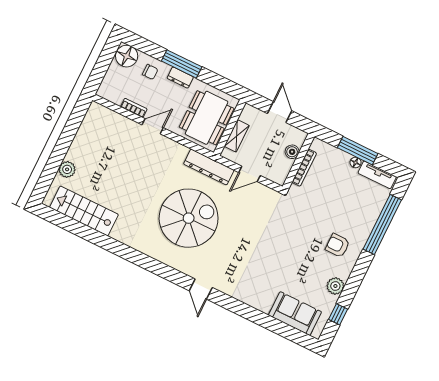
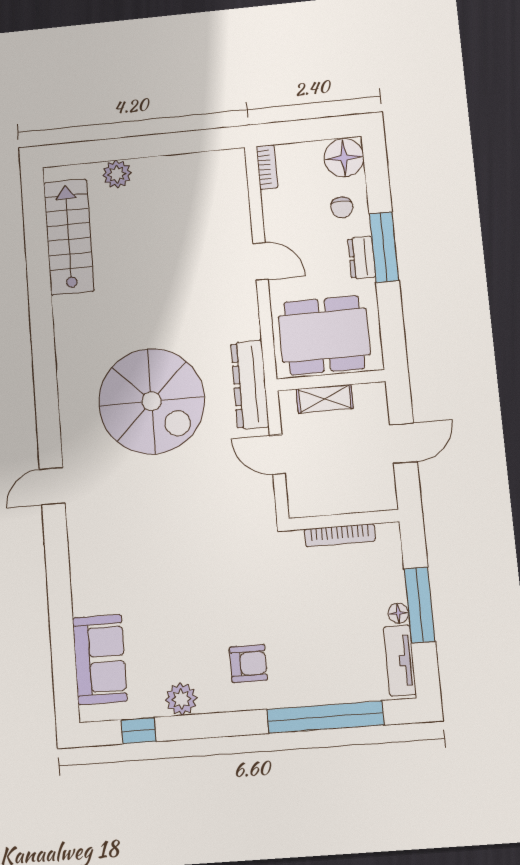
bookcase: (134, 108) -> (267, 167), moved
boiler: (292, 152) -> (353, 501), removed
armchair: (338, 245) -> (248, 664), turned 90

